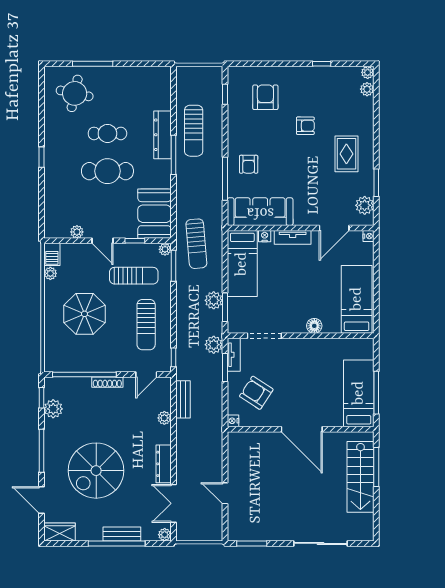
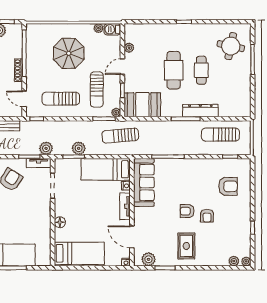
sun lounger: (194, 131) -> (220, 135), moved
rug: (346, 154) -> (186, 246), turned 90
armchair: (249, 164) -> (187, 211), moved

